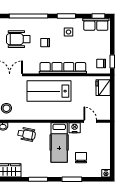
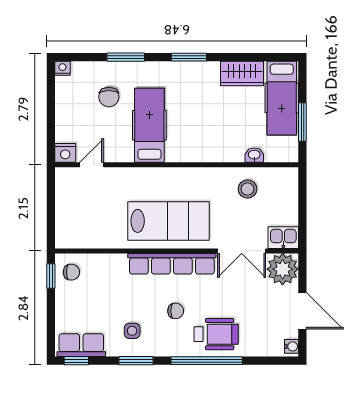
wheelchair: (18, 39) -> (216, 334), moved
row of seats: (63, 68) -> (172, 264), moved
fridge: (103, 88) -> (68, 227), removed
door: (90, 121) -> (92, 165), swing flipped
nightstand: (75, 128) -> (65, 153), moved
wheelchair: (27, 134) -> (210, 141), removed

